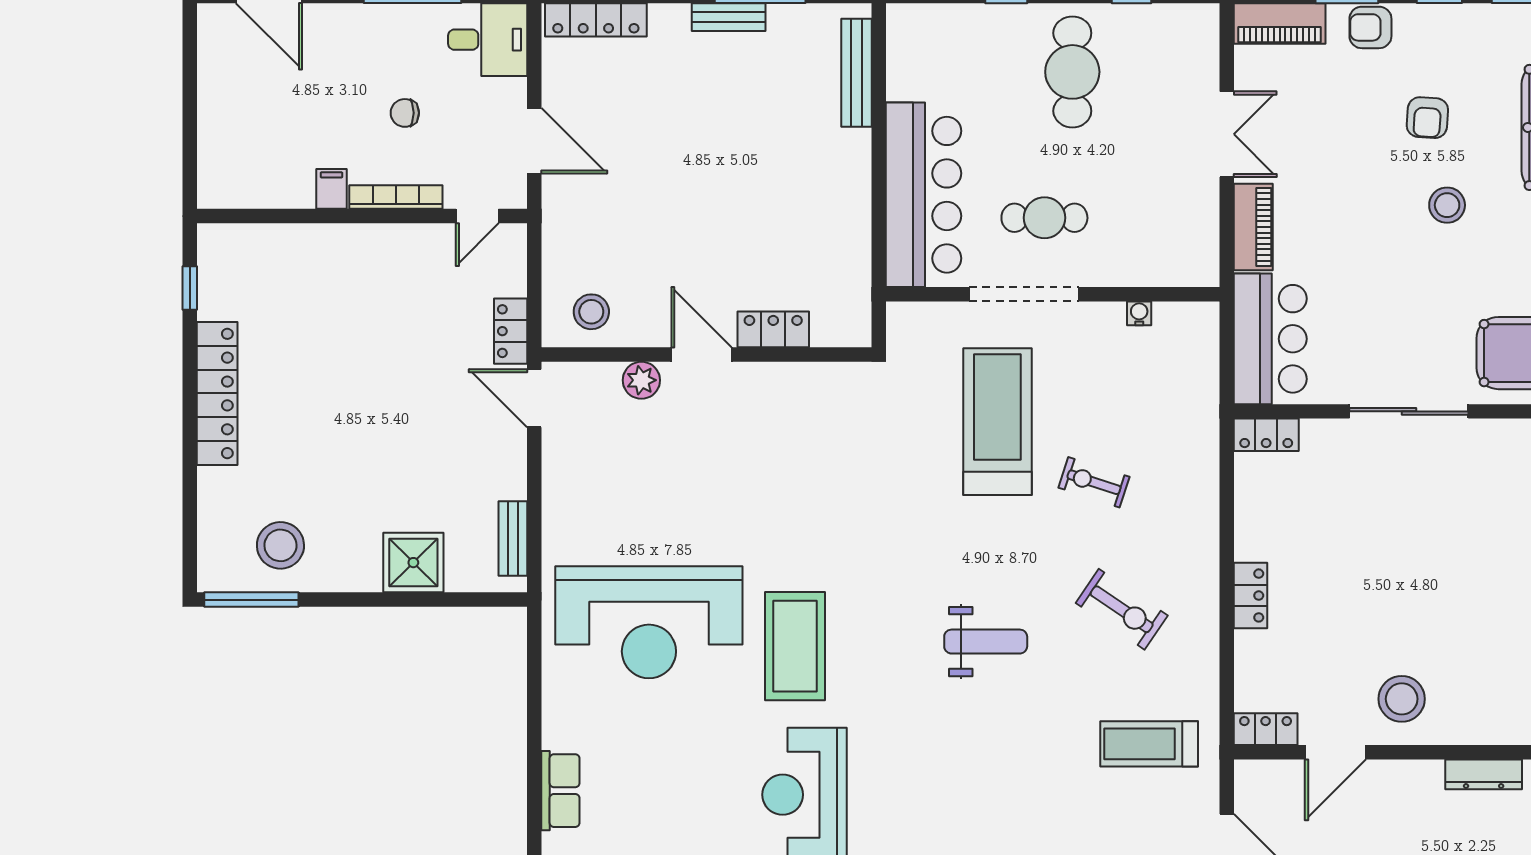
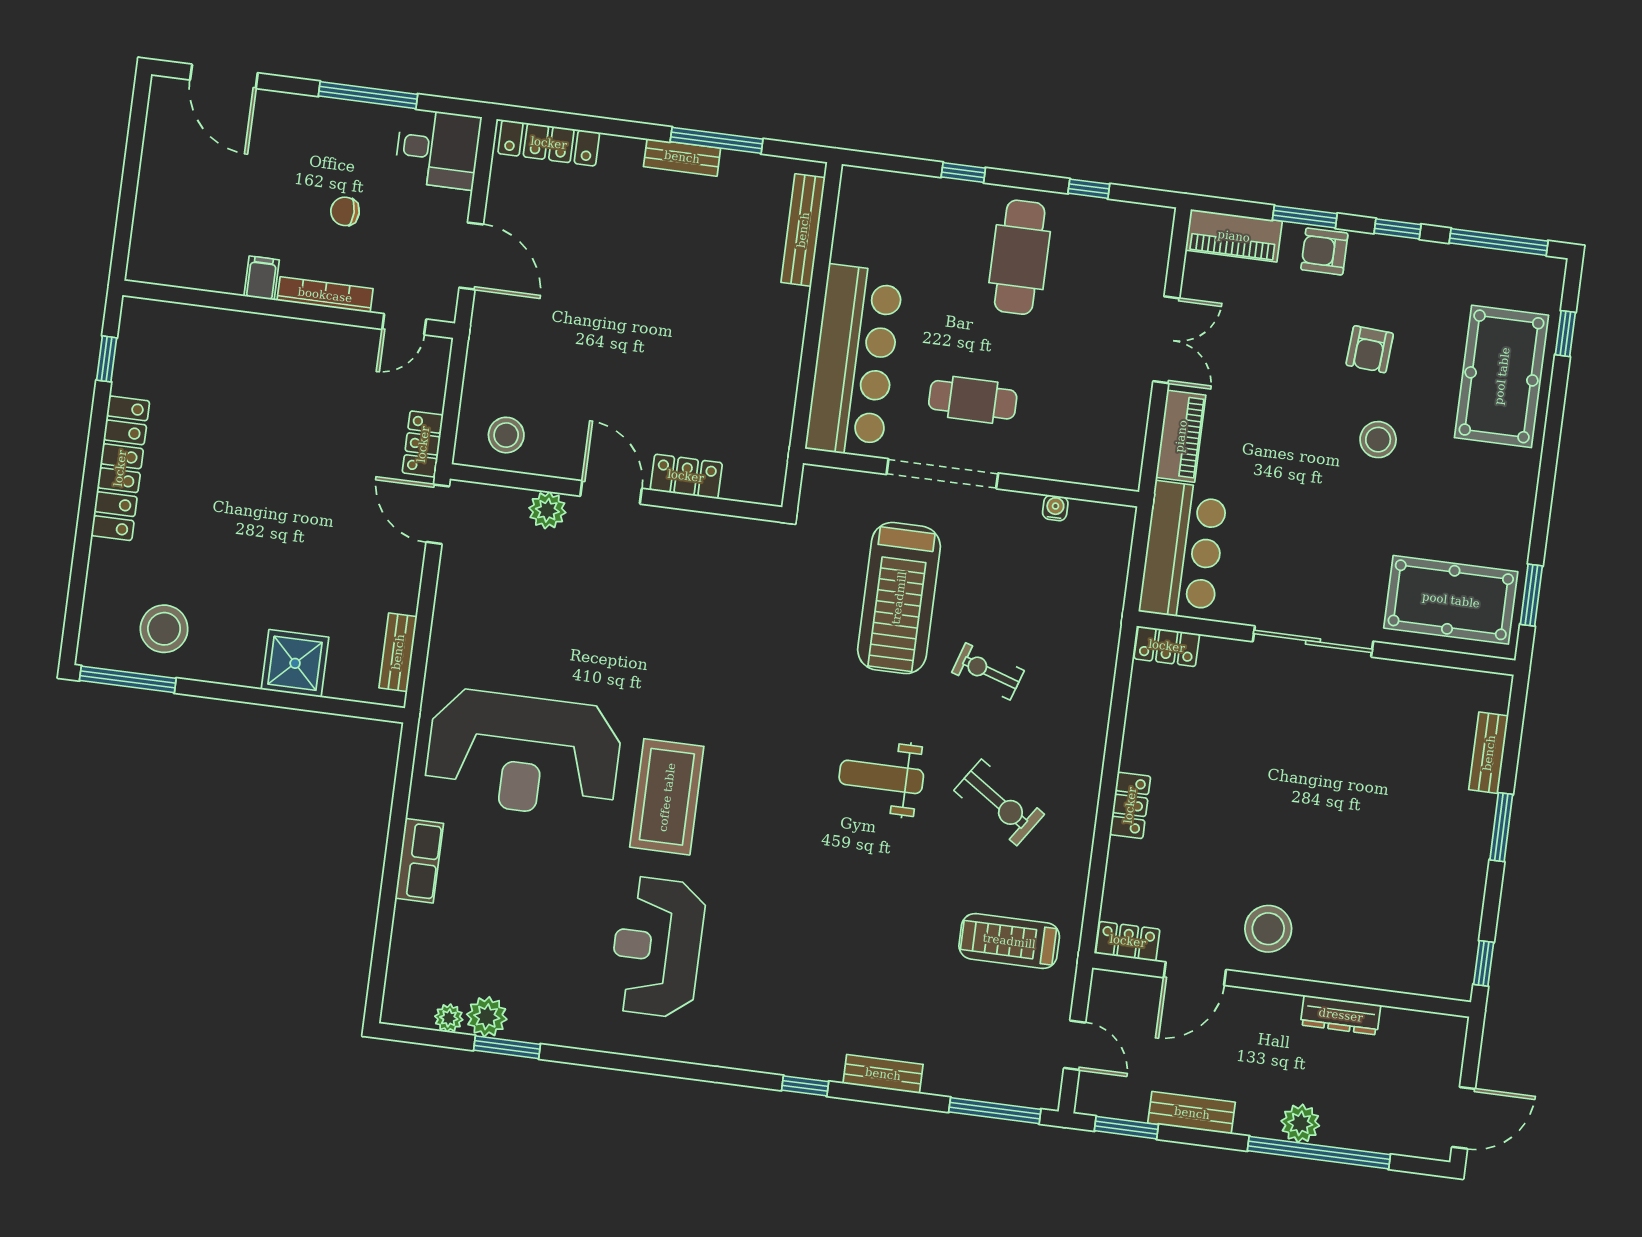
treadmill: (997, 422) -> (899, 598), turned 180
weight bench: (986, 642) -> (881, 777), moved, turned 180
row of seats: (560, 791) -> (419, 861), moved

